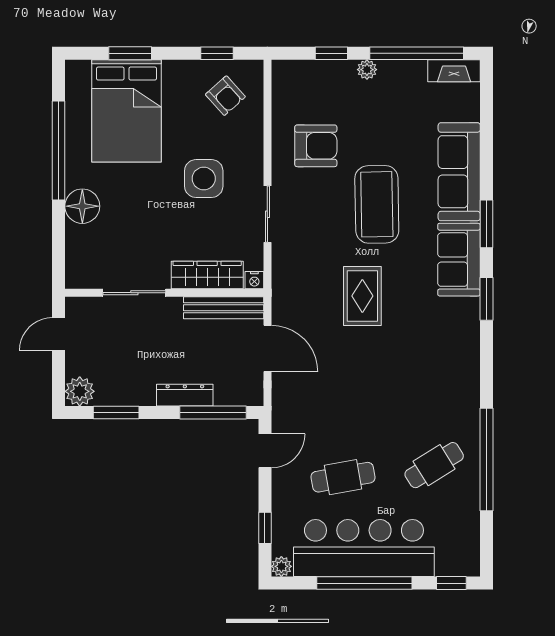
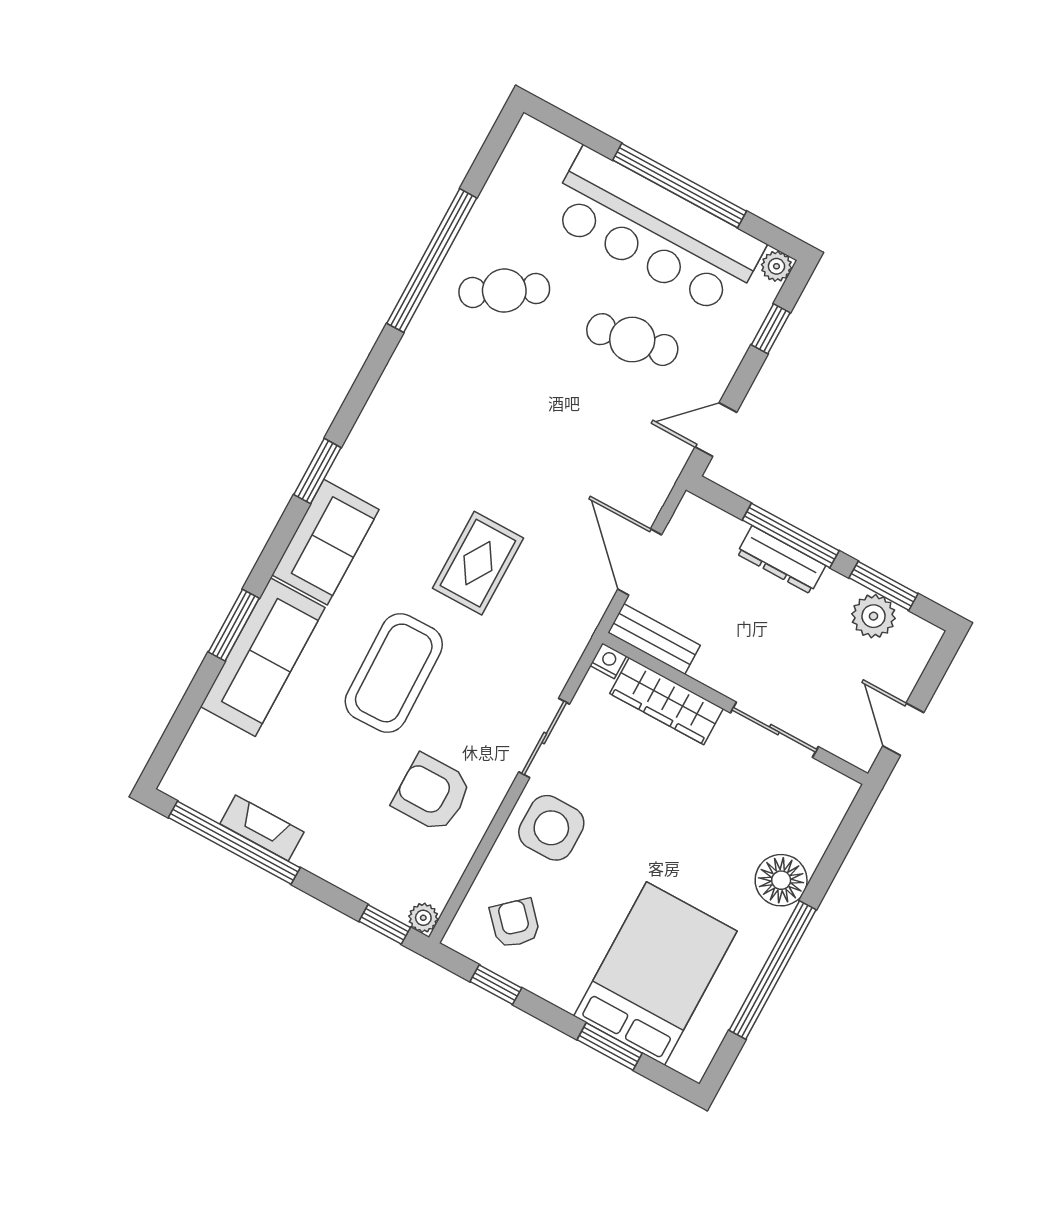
window: (331, 53) -> (385, 924), moved
plant: (367, 70) -> (423, 918), moved
fireplace: (454, 71) -> (262, 828), moved
side table: (204, 179) -> (551, 828), moved
window: (486, 224) -> (234, 625), moved
bench: (224, 308) -> (654, 639), width x0.73
door: (59, 334) -> (903, 729), swing flipped
plant: (80, 391) -> (874, 616), moved
window: (213, 412) -> (791, 535), moved
window: (451, 583) -> (566, 124), removed

